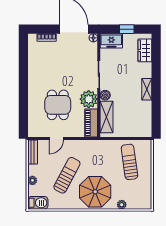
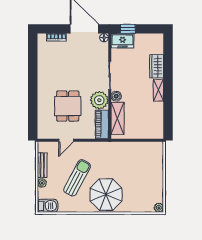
window: (127, 29) -> (128, 29), moved
wardrobe: (145, 50) -> (157, 66), moved
bench: (33, 152) -> (42, 165), moved
sun lounger: (129, 162) -> (141, 164), removed
plant: (122, 205) -> (159, 208), moved

